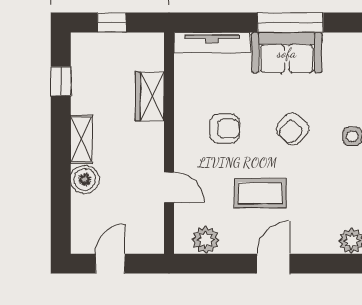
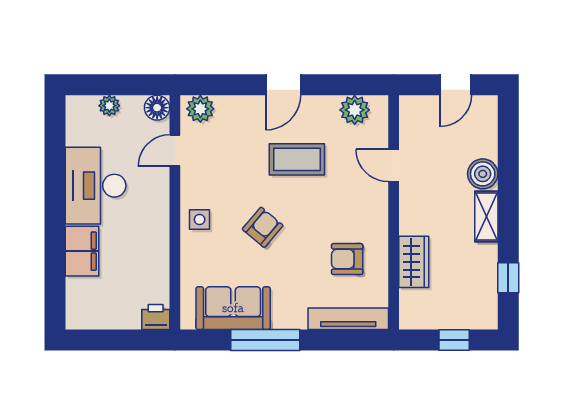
sofa: (287, 53) -> (233, 308), moved
armchair: (225, 129) -> (347, 259), moved

